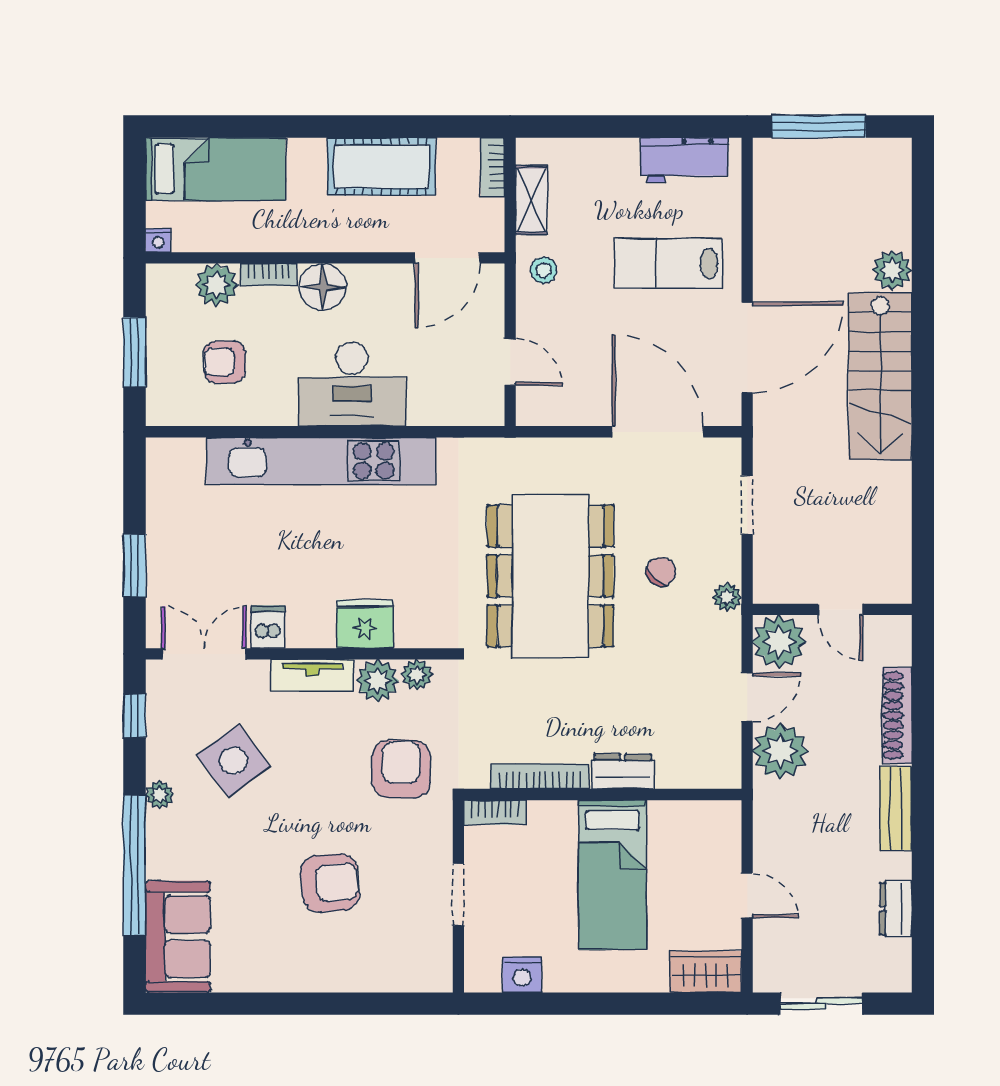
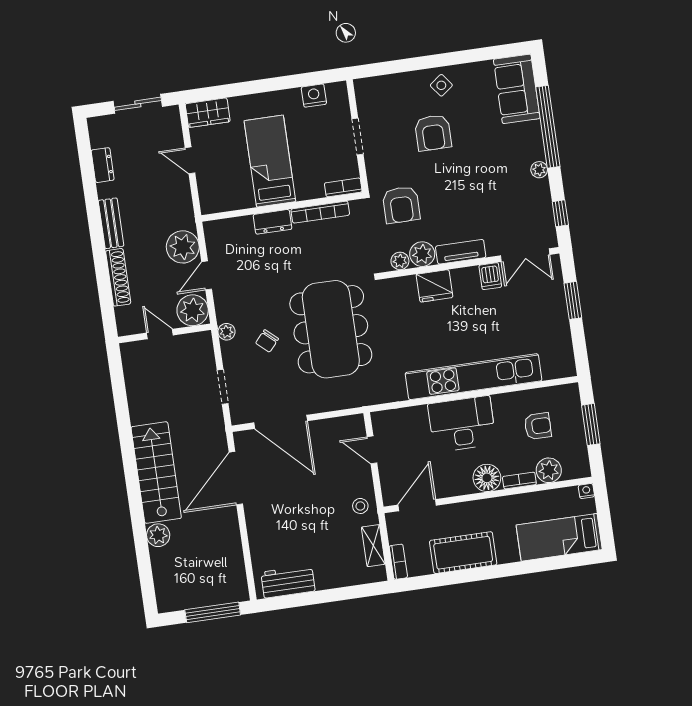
lab bench: (668, 264) -> (289, 520), removed
side table: (234, 761) -> (441, 85), moved, width x0.54, depth x0.54
armchair: (330, 883) -> (433, 133), turned -85

